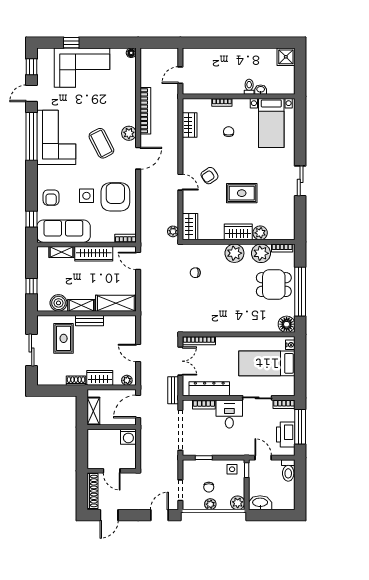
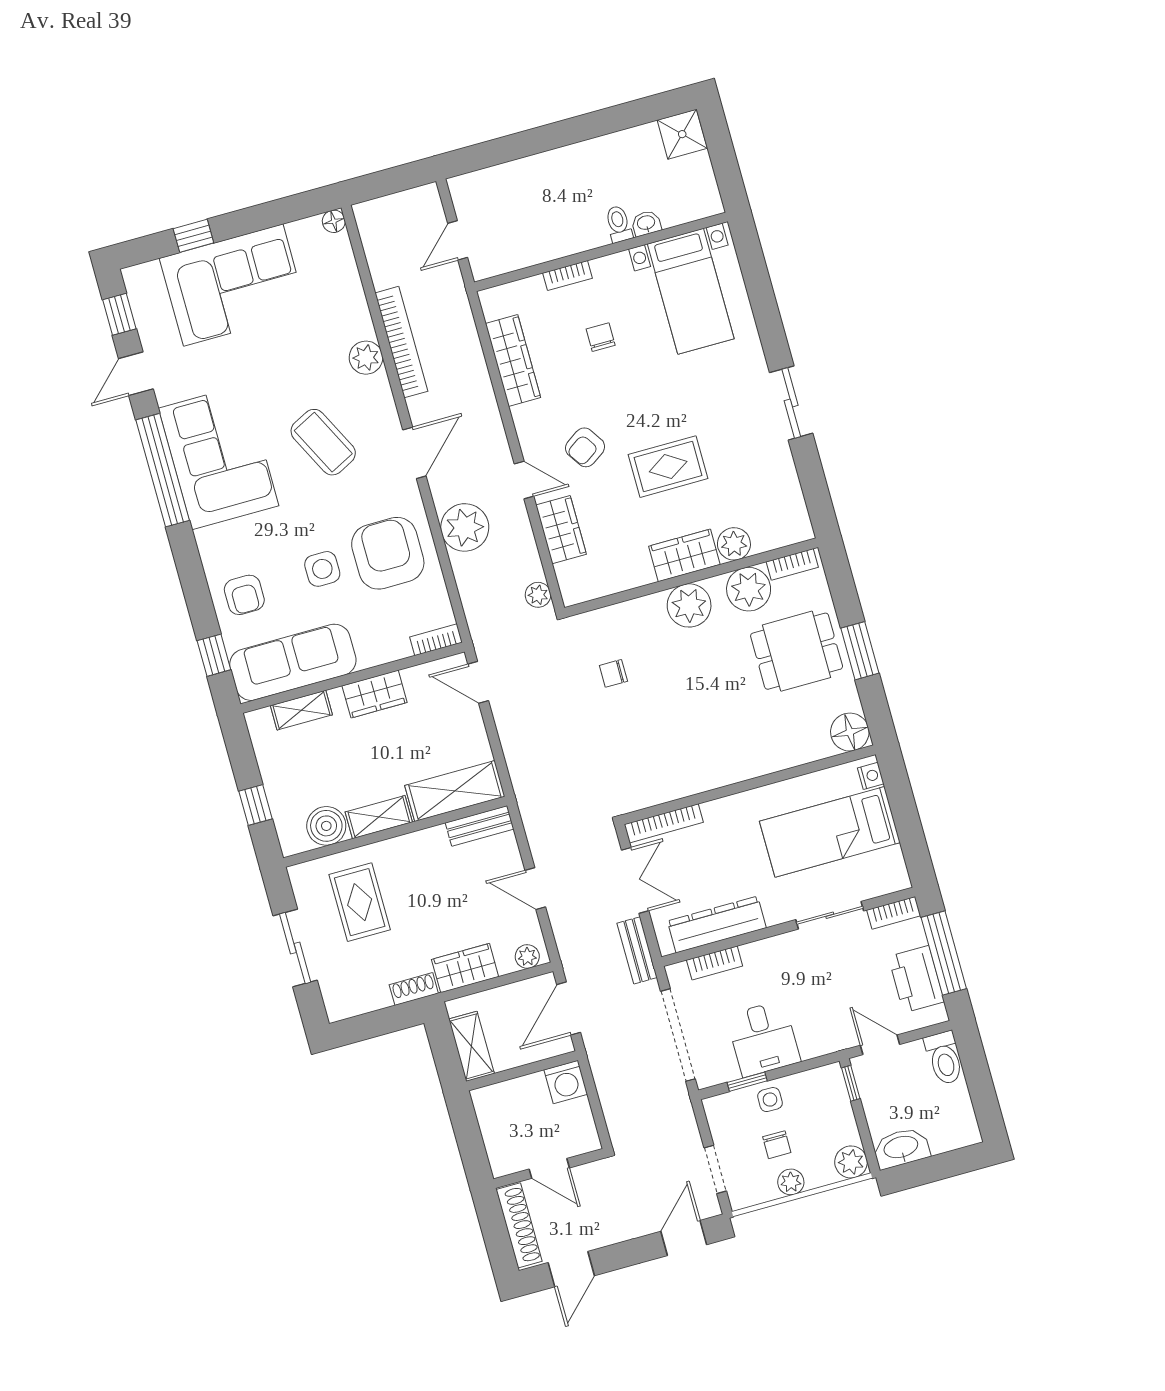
wardrobe: (190, 125) -> (513, 361), width x1.50
plant: (129, 133) -> (366, 358), moved
plant: (150, 195) -> (465, 527), added
wardrobe: (190, 227) -> (561, 530), moved
wardrobe: (94, 254) -> (375, 694), width x0.67
window: (300, 292) -> (860, 651), width x0.47
bench: (90, 321) -> (480, 826), moved
desk: (229, 414) -> (763, 1038), moved, turned 180
side table: (232, 469) -> (770, 1100), moved

